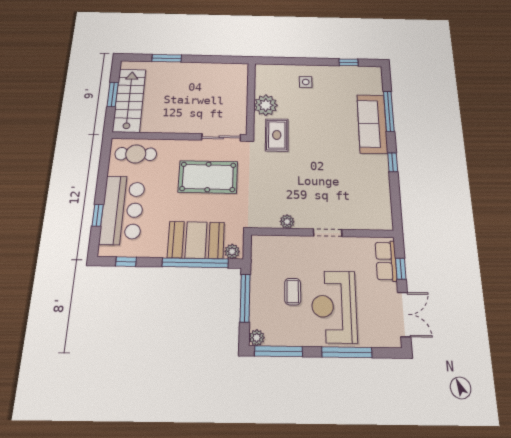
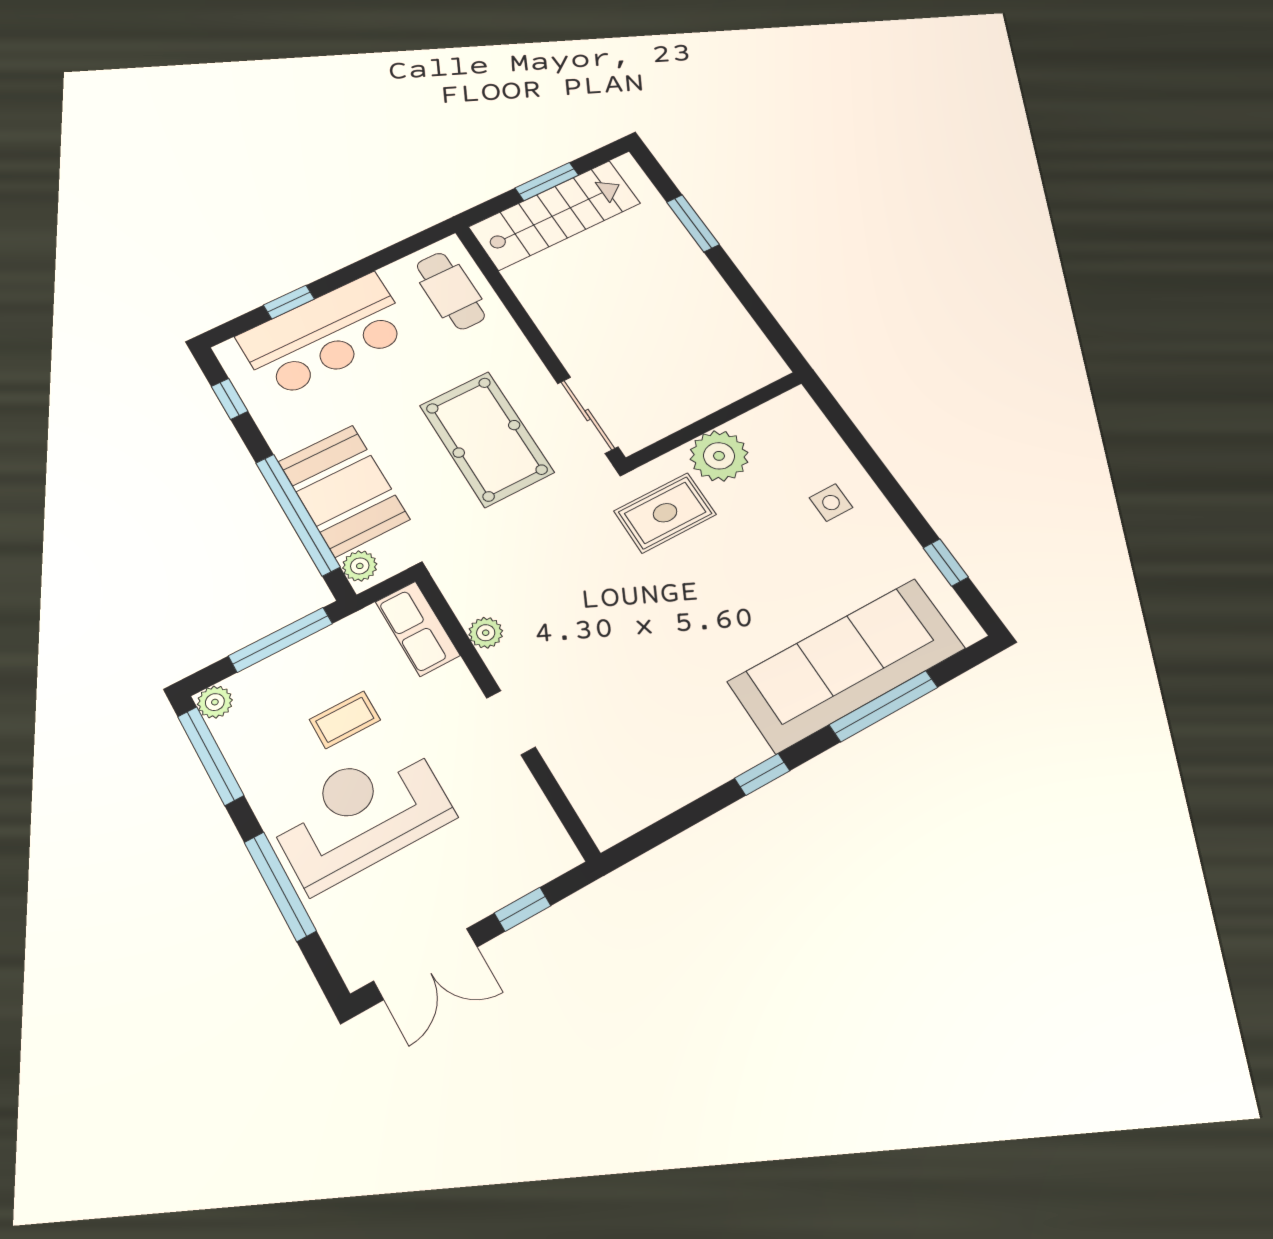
sofa: (372, 124) -> (847, 665), width x1.36, depth x1.27
row of seats: (386, 261) -> (418, 628), moved, turned -90

